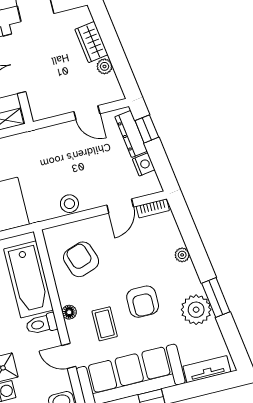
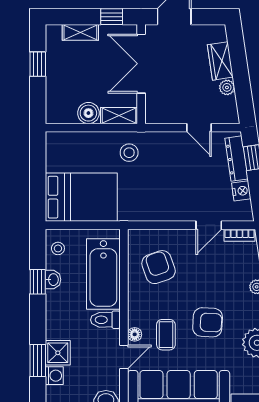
stool: (69, 204) -> (129, 153), moved
armchair: (143, 302) -> (208, 322), turned -87
floor lamp: (69, 312) -> (135, 334), moved
door: (69, 356) -> (124, 357), swing flipped

